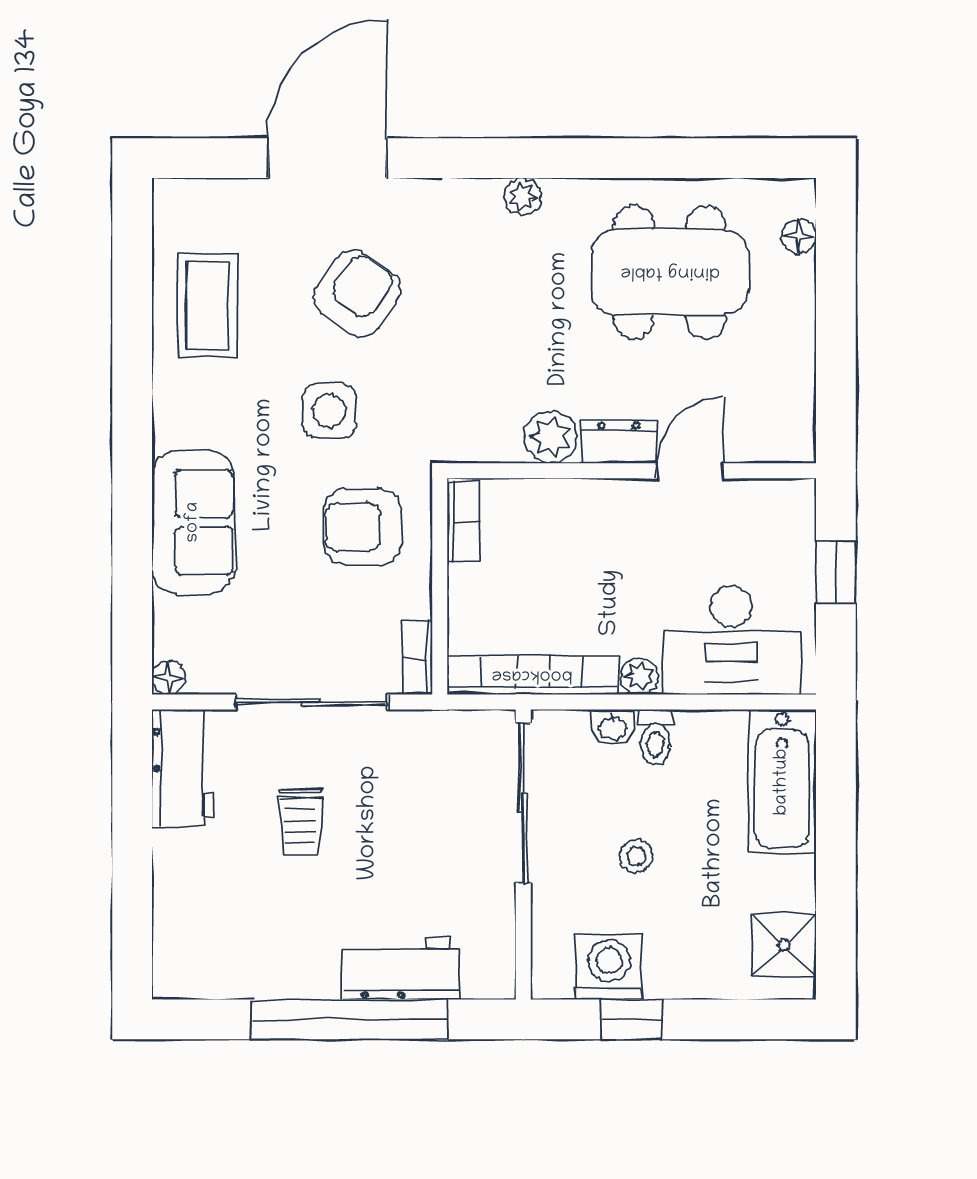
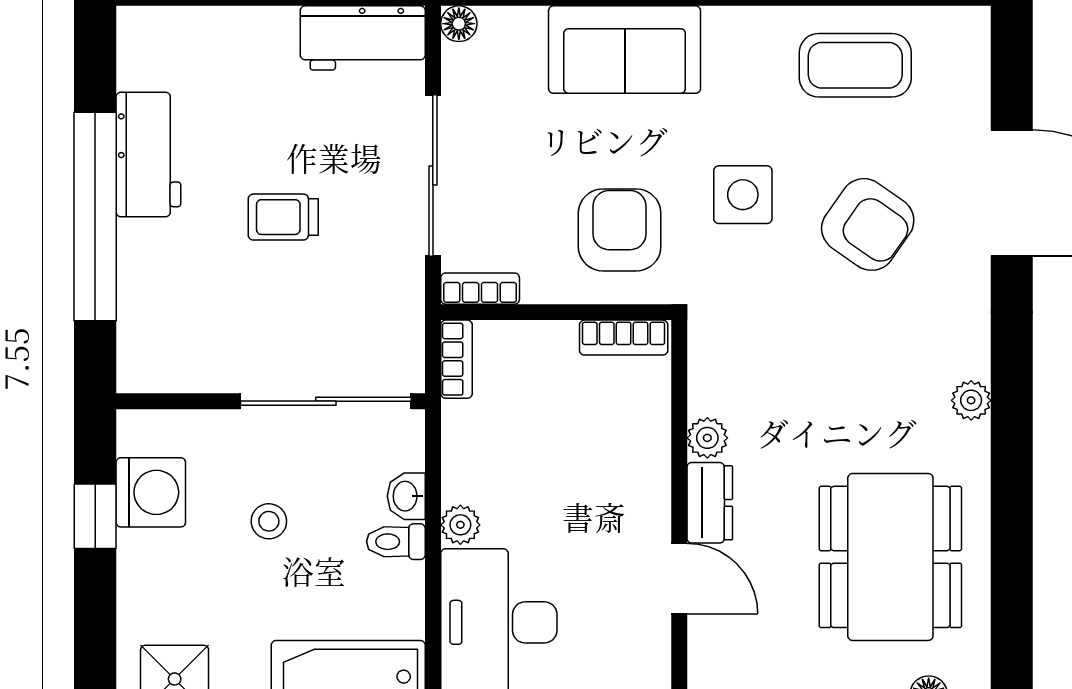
plant: (551, 437) -> (707, 438), width x0.73, depth x0.73
bookcase: (532, 675) -> (456, 359), width x0.43, depth x0.76
trolley: (301, 821) -> (283, 217), moved
workbench: (401, 969) -> (148, 154), moved

